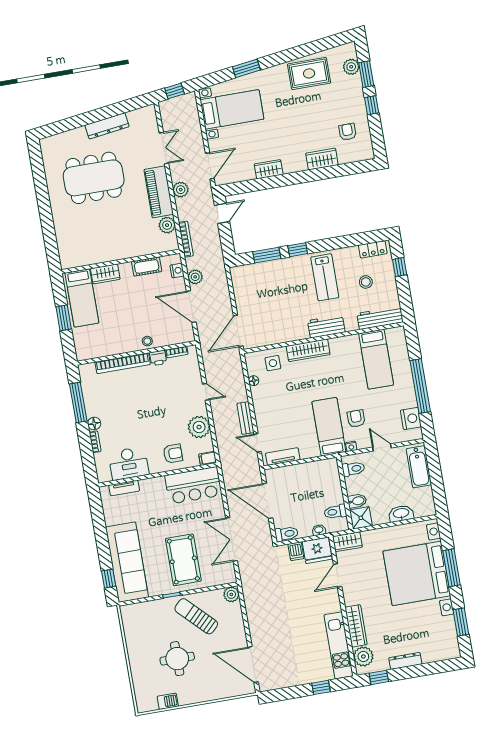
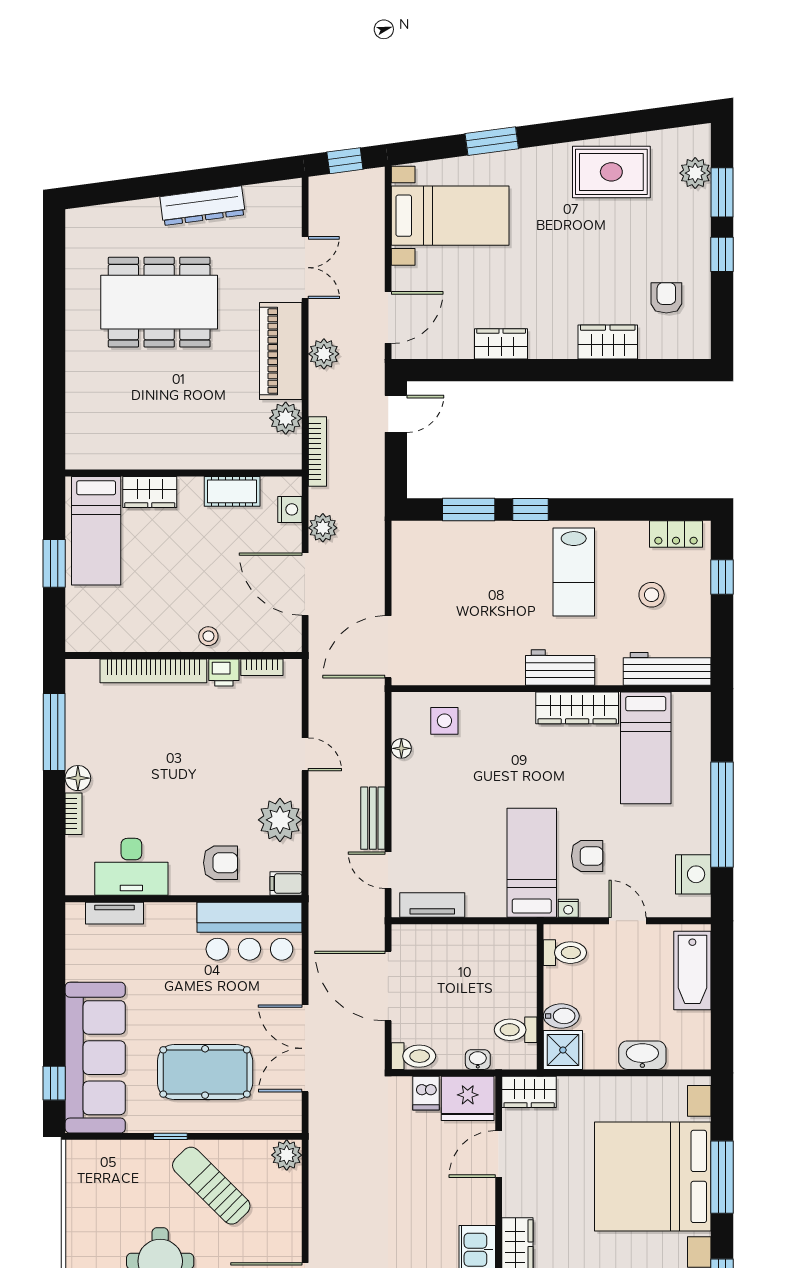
wardrobe: (308, 350) -> (577, 708), moved
armchair: (356, 419) -> (587, 856), turned 90
pool table: (183, 560) -> (205, 1072), turned 90

